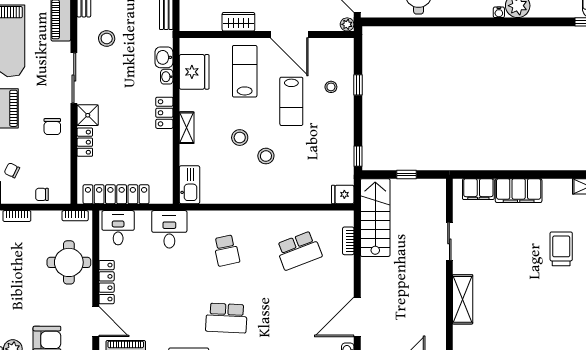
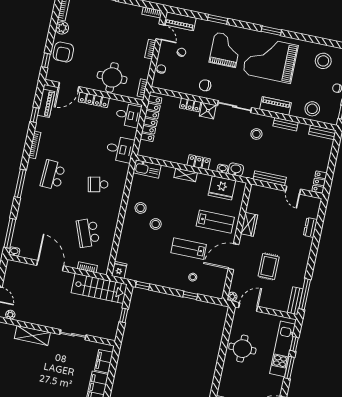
stool: (240, 138) -> (141, 208), moved
door: (357, 317) -> (50, 266), moved
plant: (439, 337) -> (10, 315), added

